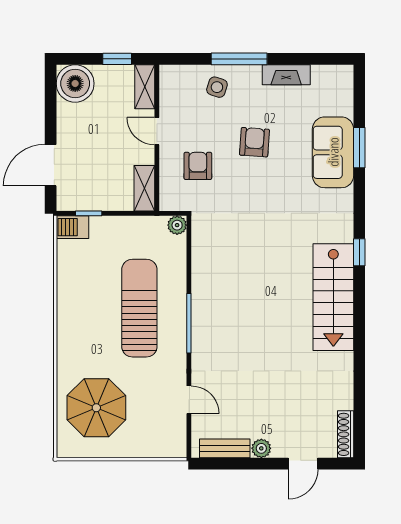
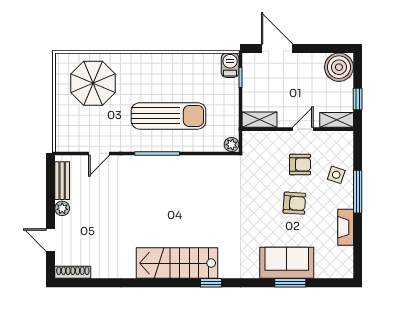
armchair: (198, 166) -> (300, 164), moved

